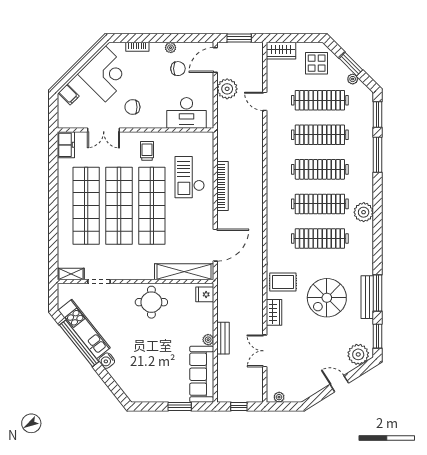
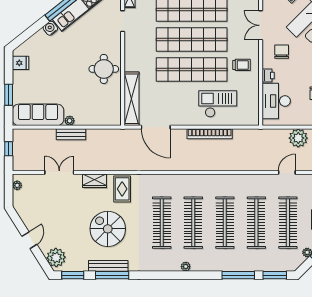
printer: (158, 122) -> (268, 75), added
plant: (364, 212) -> (186, 267), width x0.53, depth x0.53
fridge: (205, 294) -> (21, 63), moved, turned 90

